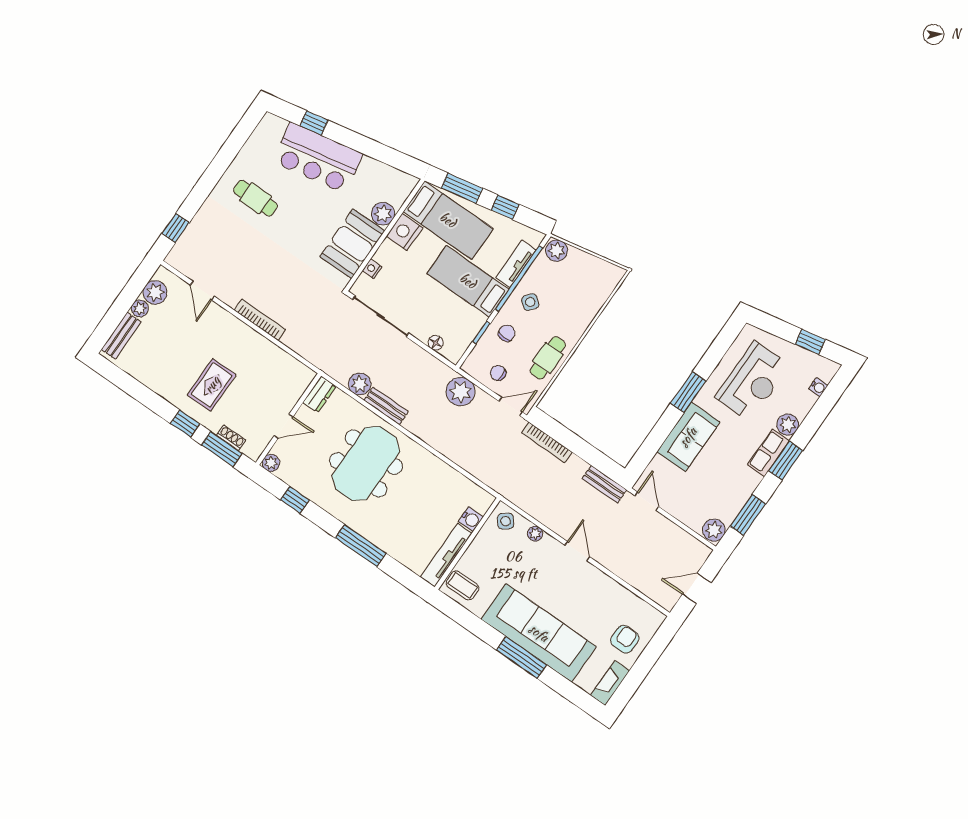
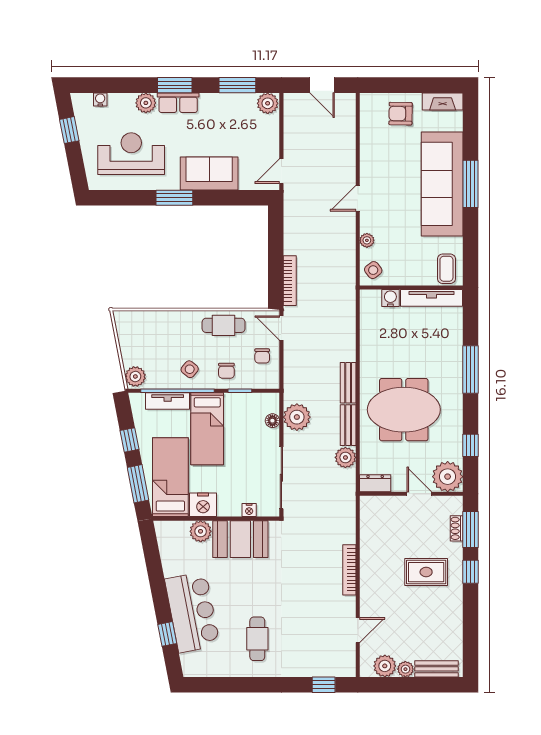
chair: (507, 333) -> (226, 371), turned -90
plant: (461, 392) -> (297, 417), moved
plant: (271, 463) -> (448, 477), width x1.87, depth x1.87
bench: (604, 484) -> (348, 383), moved

